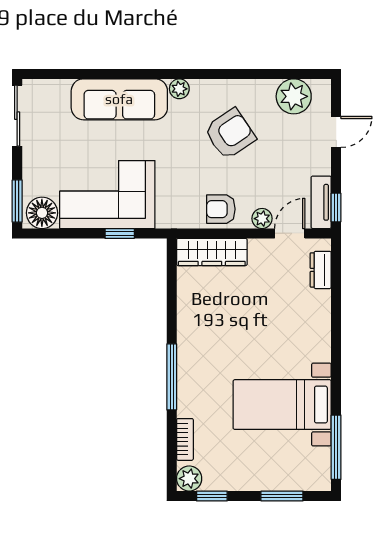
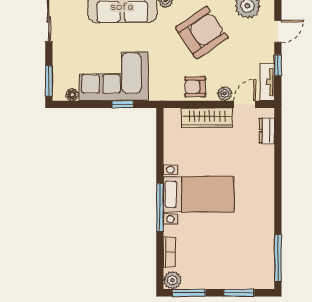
armchair: (230, 134) -> (202, 33), width x1.36, depth x1.36
window: (336, 207) -> (278, 65), moved
floor lamp: (42, 213) -> (72, 95), width x0.53, depth x0.53
wardrobe: (212, 252) -> (207, 118), moved
bed with nightstands: (282, 405) -> (199, 194), moved, turned 180
window: (212, 496) -> (189, 293), width x1.50

